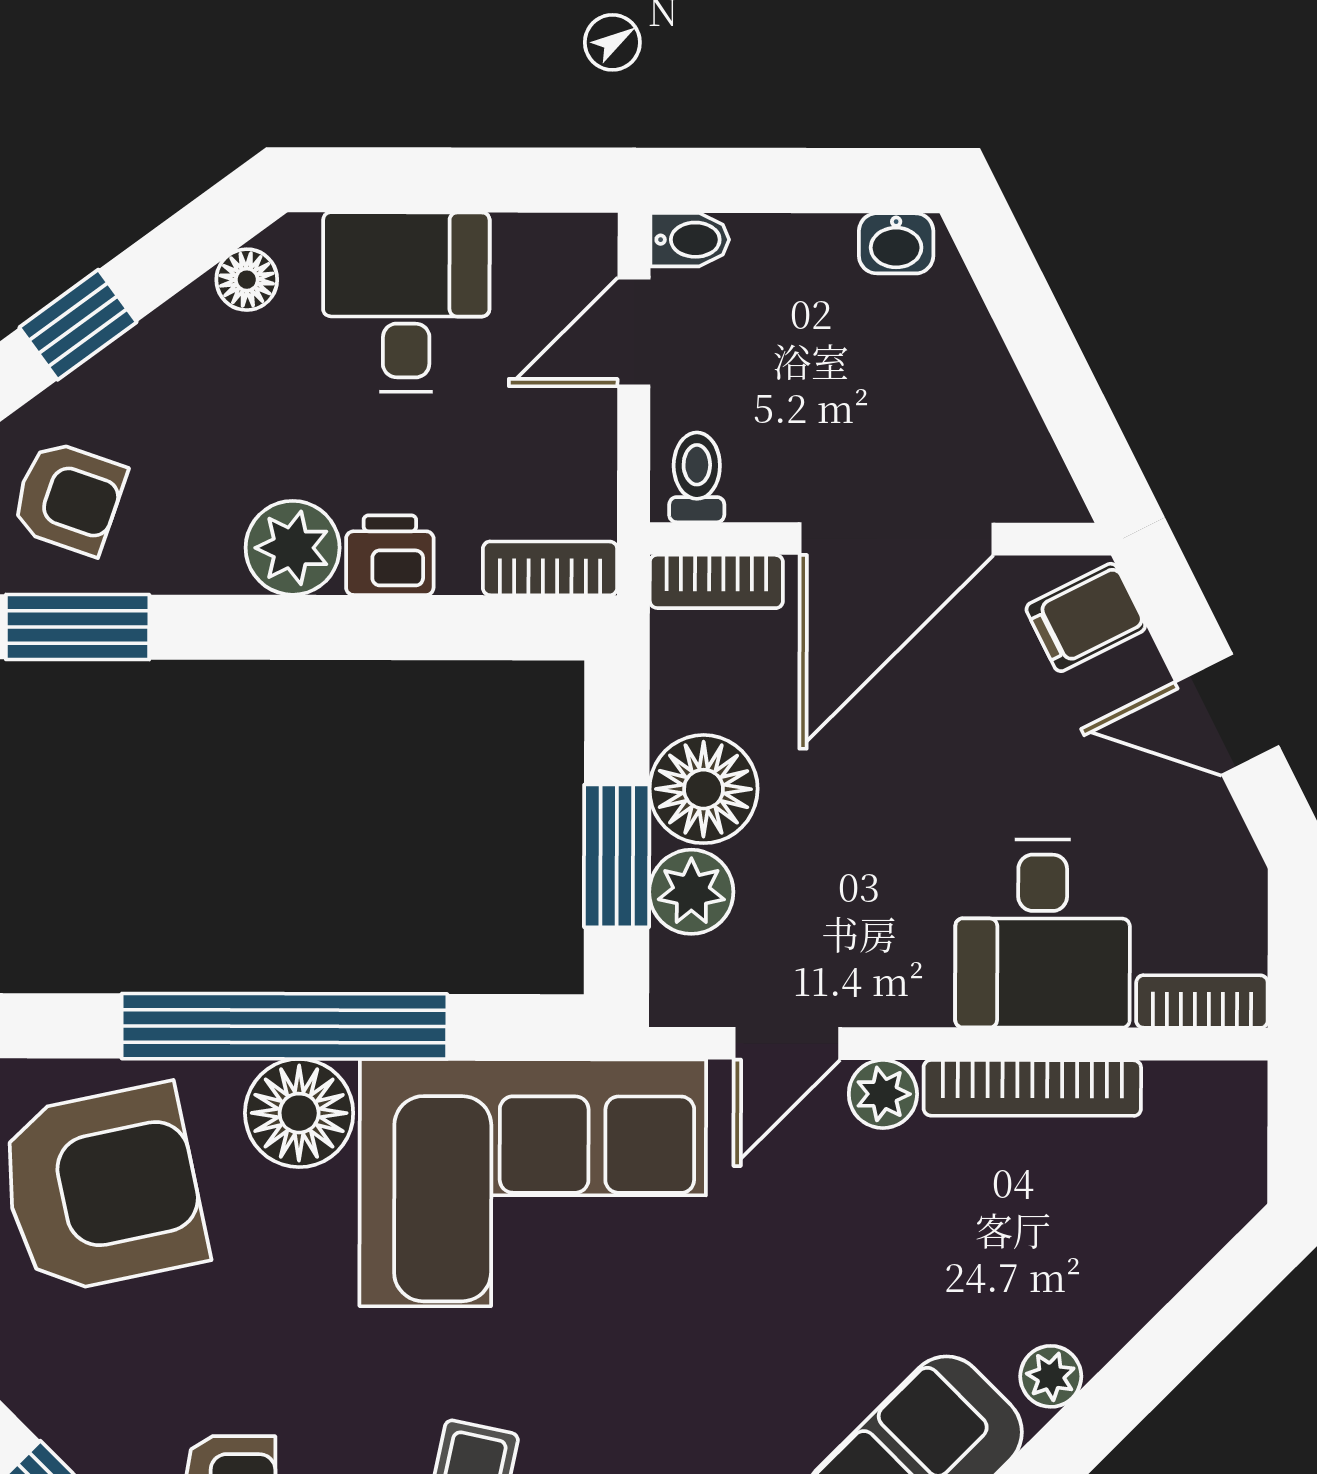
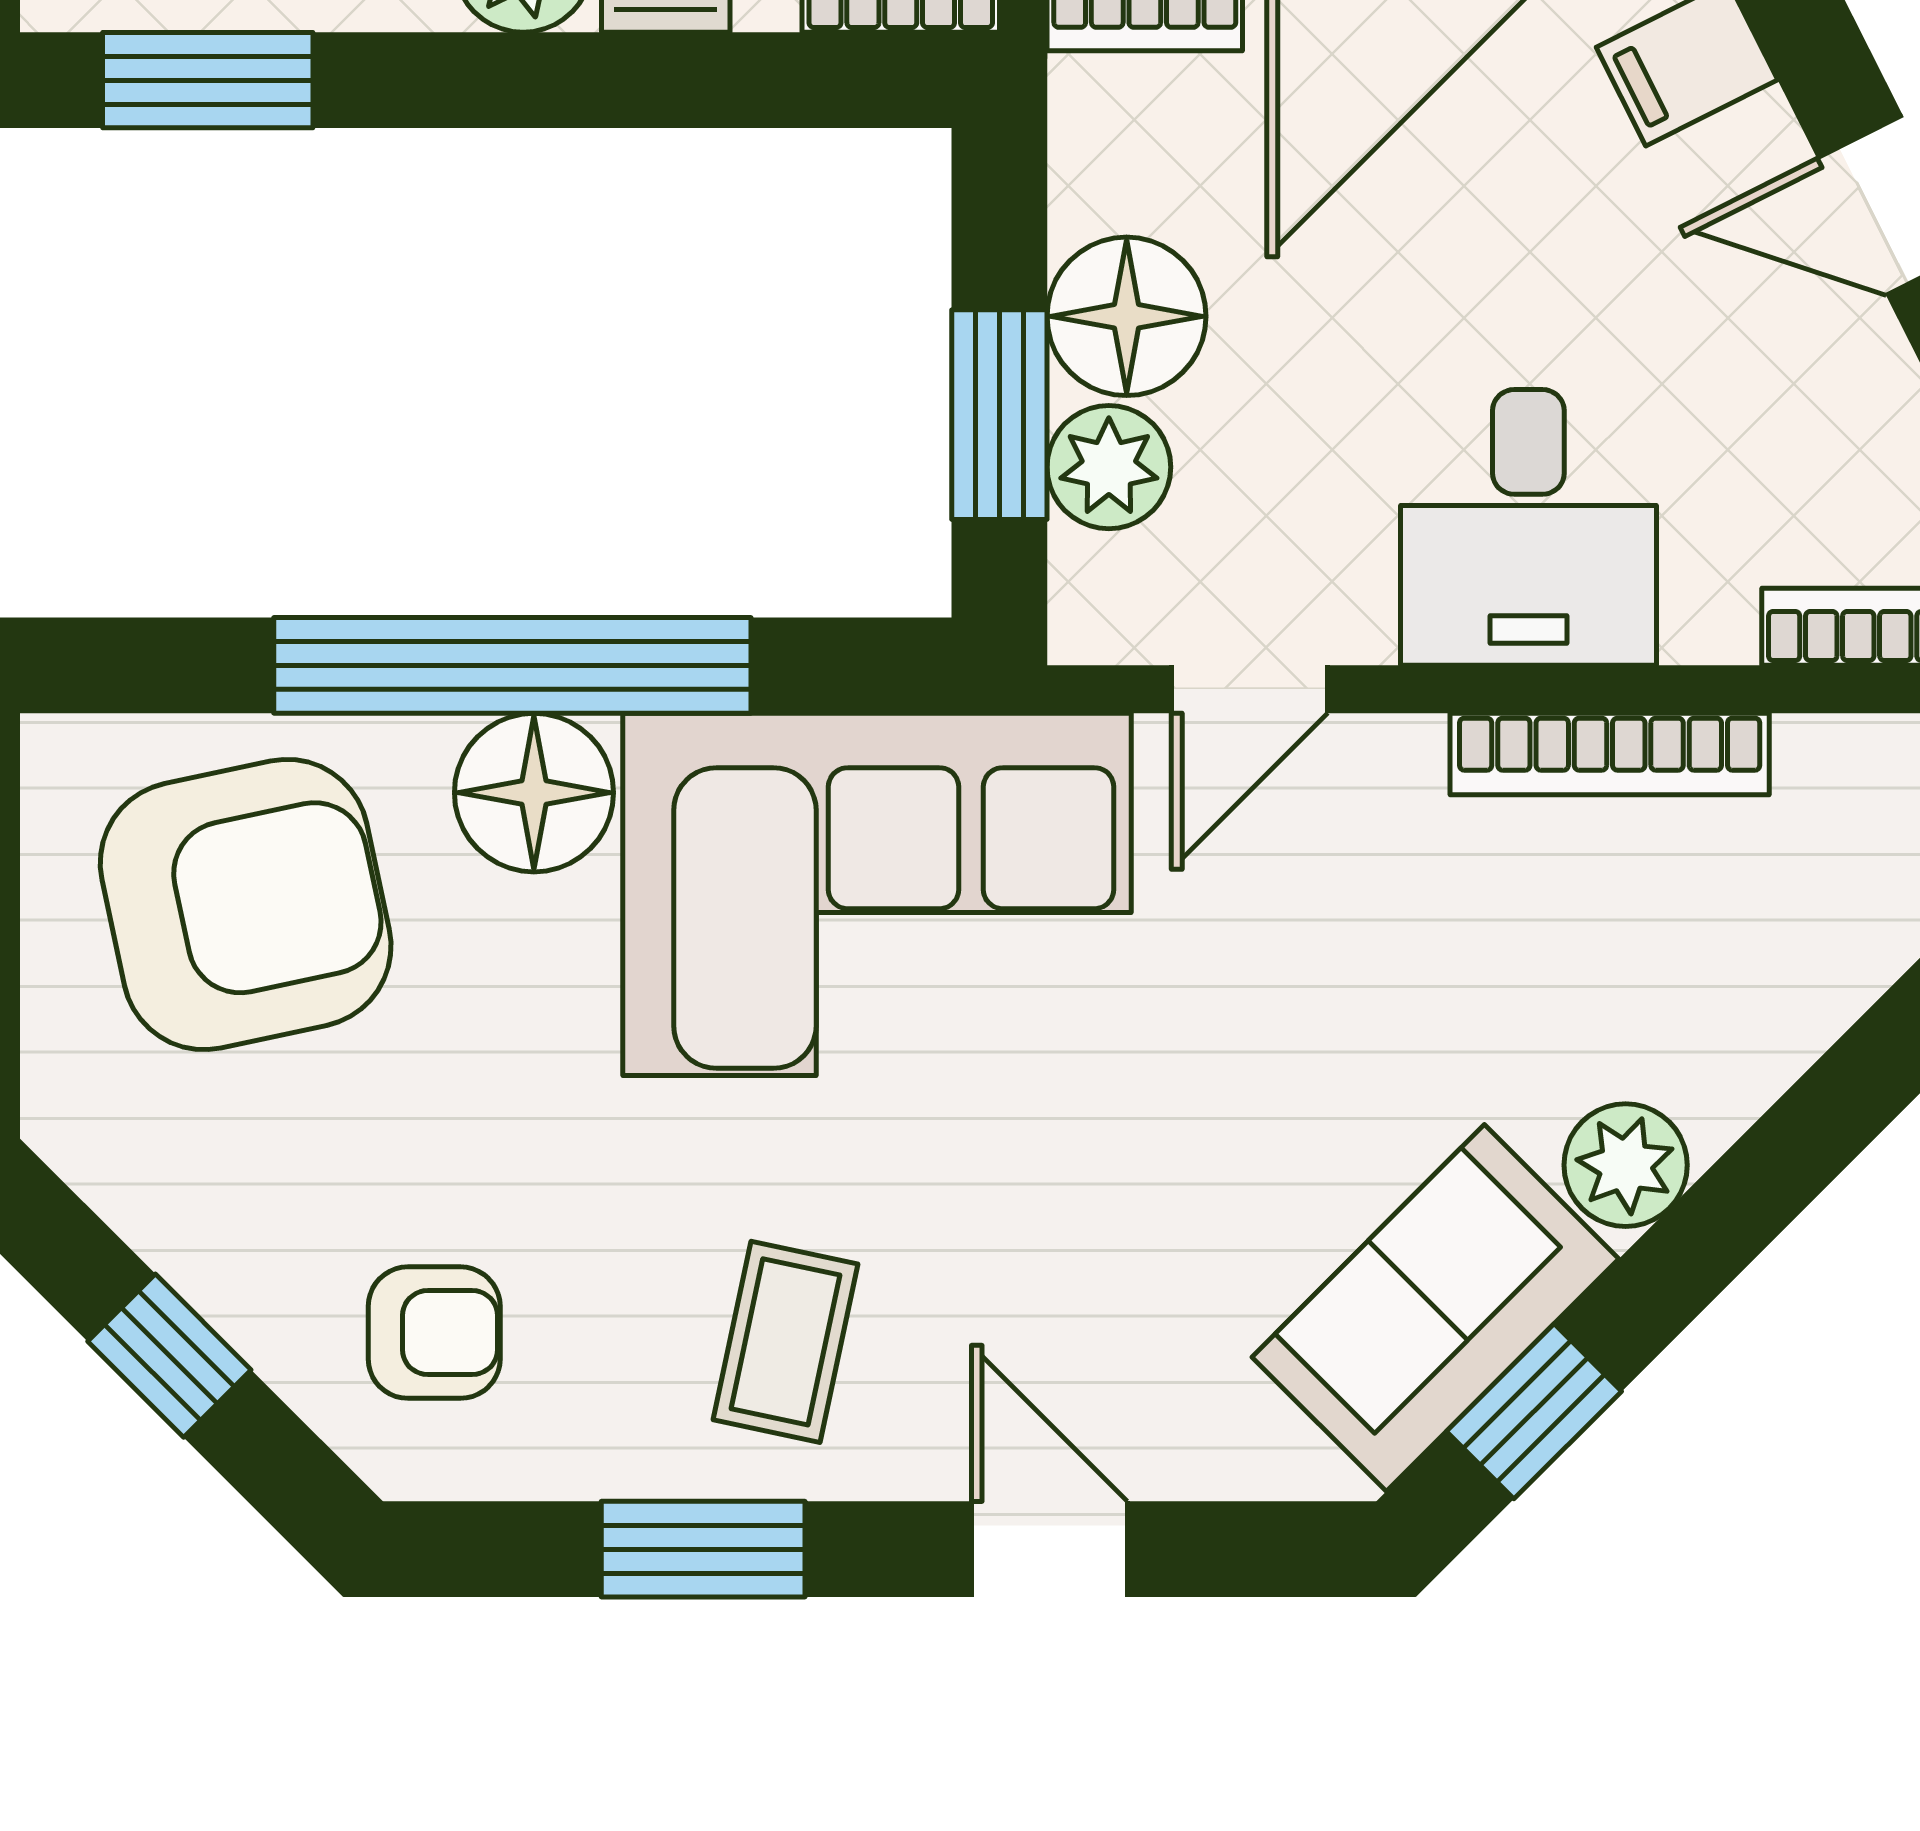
desk: (1043, 934) -> (1528, 527), moved
plant: (883, 1094) -> (1390, 763), removed
plant: (1051, 1376) -> (1626, 1165), width x1.38, depth x1.38

